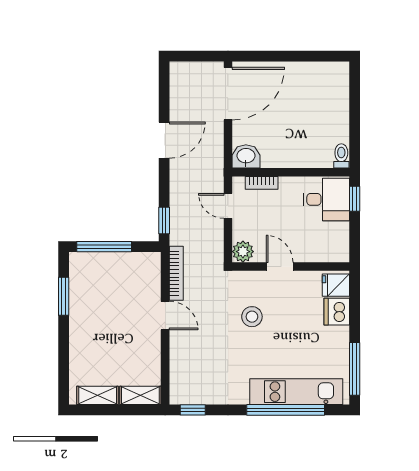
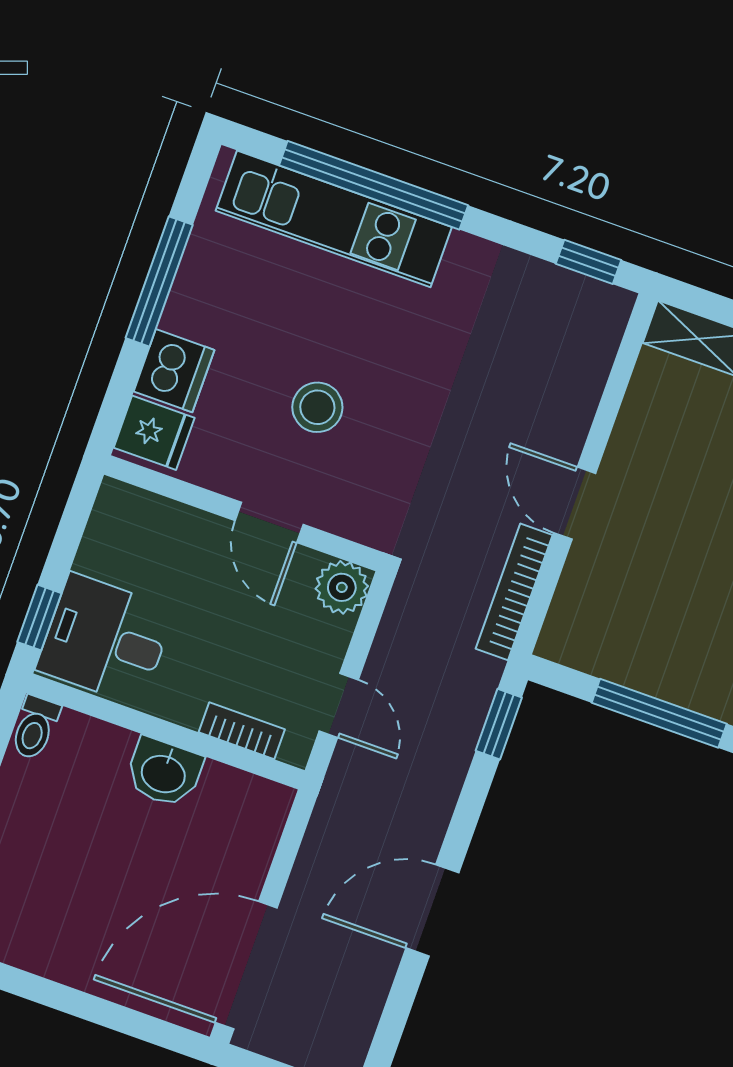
washbasin: (246, 156) -> (164, 772), moved
stool: (252, 317) -> (317, 407), moved
window: (355, 369) -> (159, 281), moved

